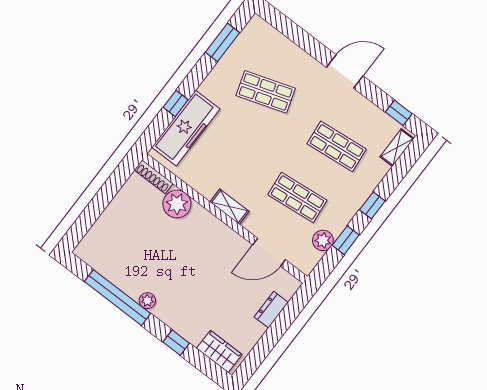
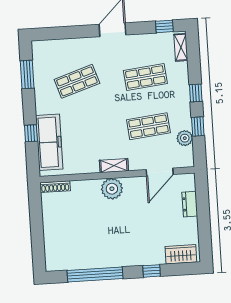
plant: (177, 204) -> (112, 189), moved
plant: (147, 301) -> (114, 261), removed

